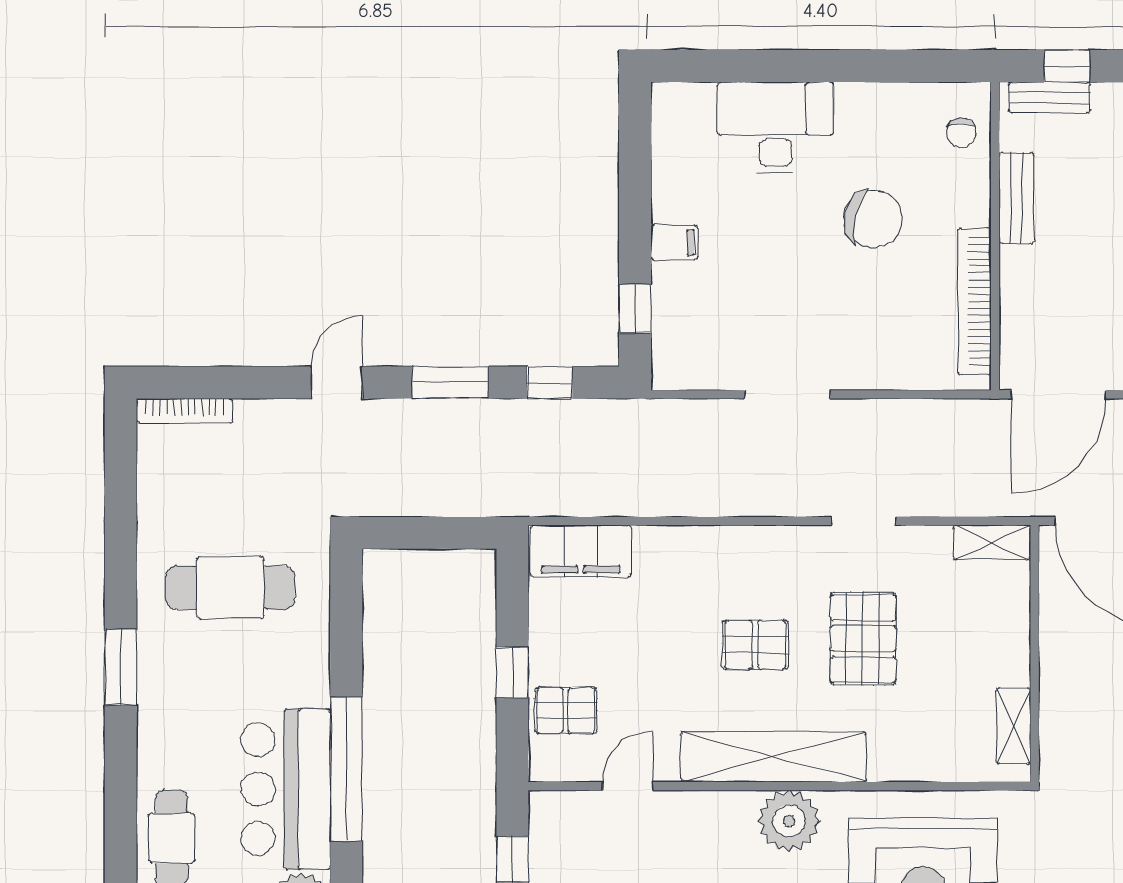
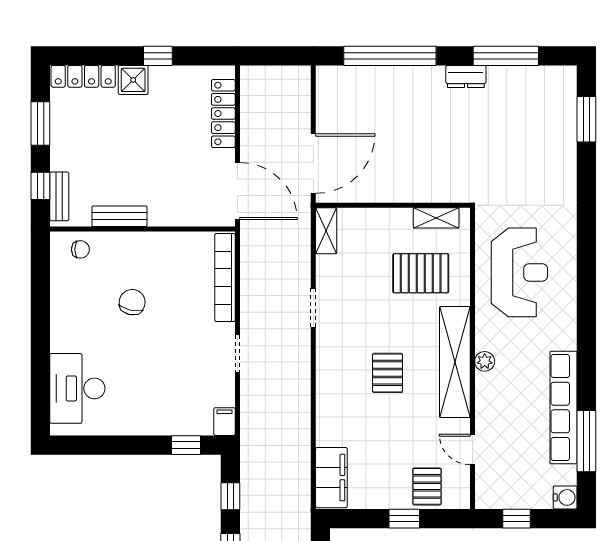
desk: (775, 128) -> (77, 388), moved
chair: (873, 219) -> (132, 302), width x0.73, depth x0.73
filing cabinet: (674, 242) -> (225, 422), moved
bookcase: (974, 302) -> (225, 278), moved, turned 90
doorway: (787, 394) -> (237, 354), width x0.73
pallet: (863, 639) -> (421, 273), moved
plant: (789, 821) -> (485, 361), width x0.53, depth x0.53

